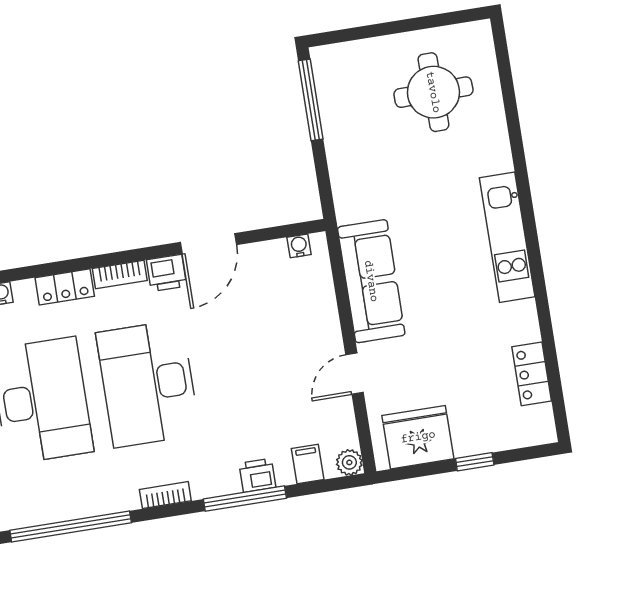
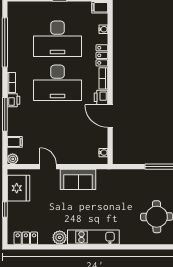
sofa: (371, 281) -> (78, 179), width x0.73
plant: (521, 319) -> (60, 237), added
locker: (532, 374) -> (26, 238), moved
desk: (148, 384) -> (57, 83), turned 180
printer: (257, 475) -> (13, 100), moved

